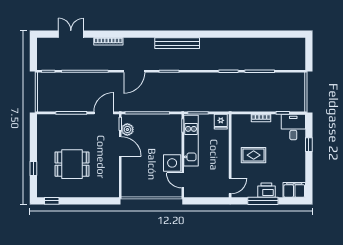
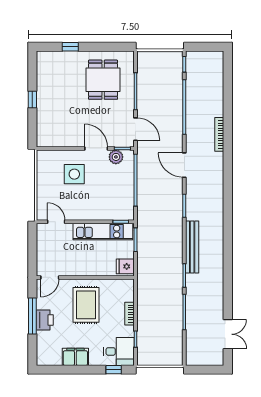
double door: (71, 34) -> (228, 334), moved
bench: (177, 43) -> (192, 247), moved
window: (309, 145) -> (114, 370), moved
door: (120, 146) -> (96, 149), swing flipped
rug: (254, 155) -> (86, 305), width x1.36, depth x1.43
side table: (172, 163) -> (74, 174), moved
dining table: (72, 164) -> (103, 80), moved
door: (183, 180) -> (56, 222), hinge flipped
door: (230, 186) -> (50, 277), hinge flipped
filing cabinet: (294, 190) -> (75, 357), moved, turned -90
window: (52, 201) -> (32, 99), moved

